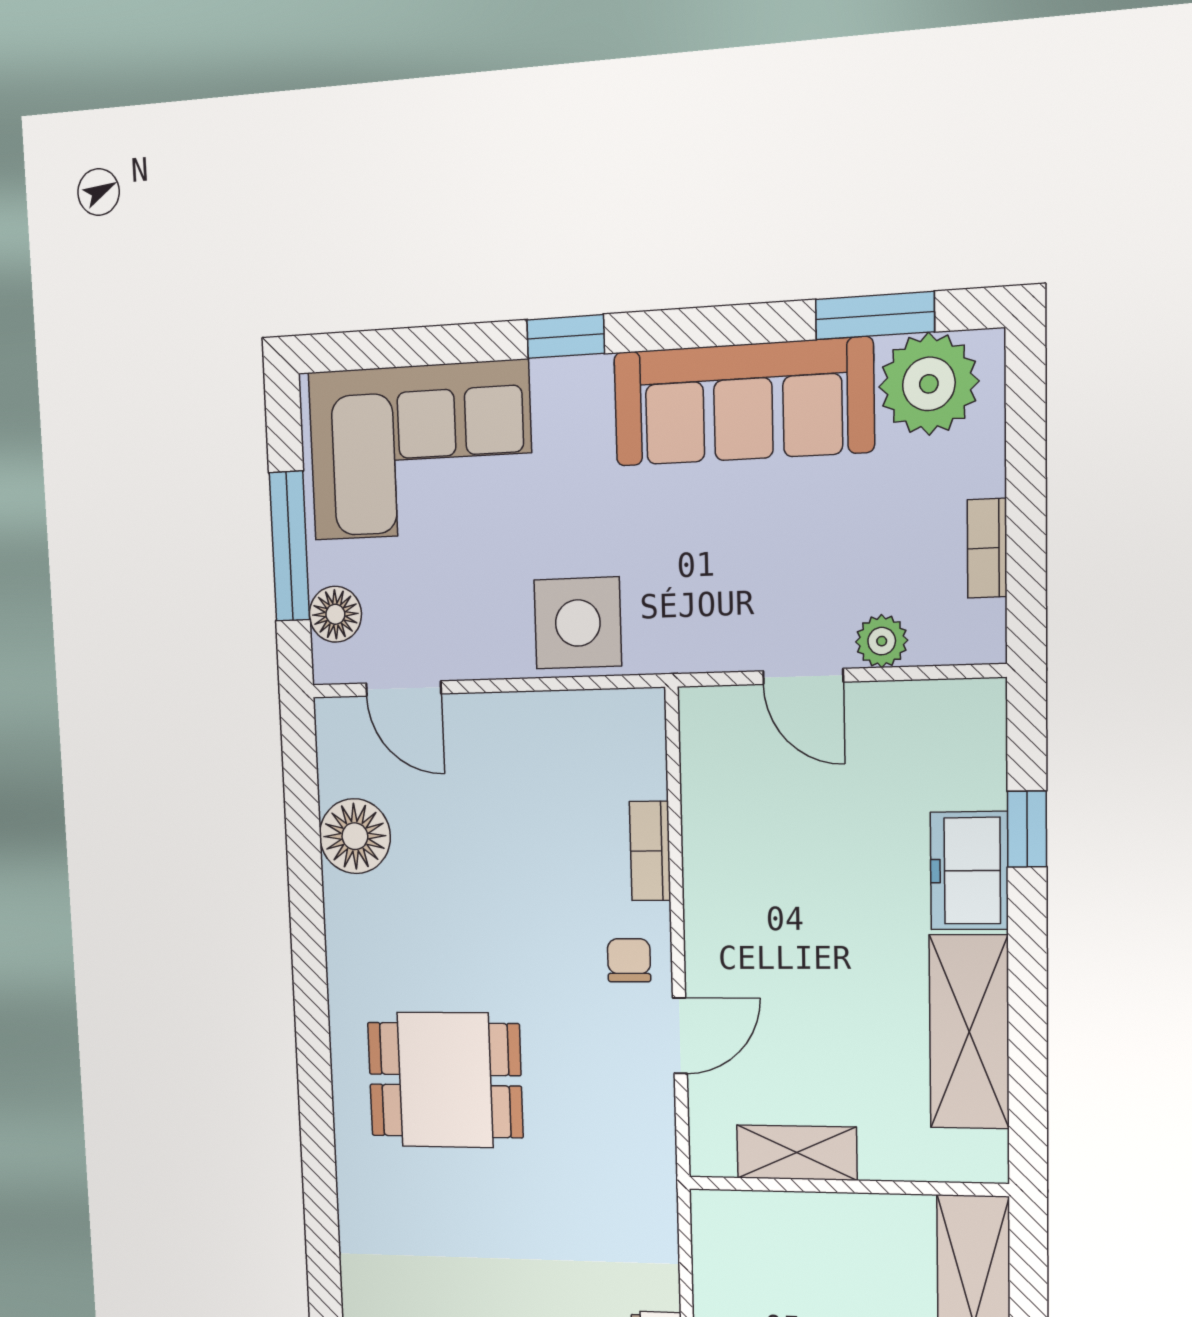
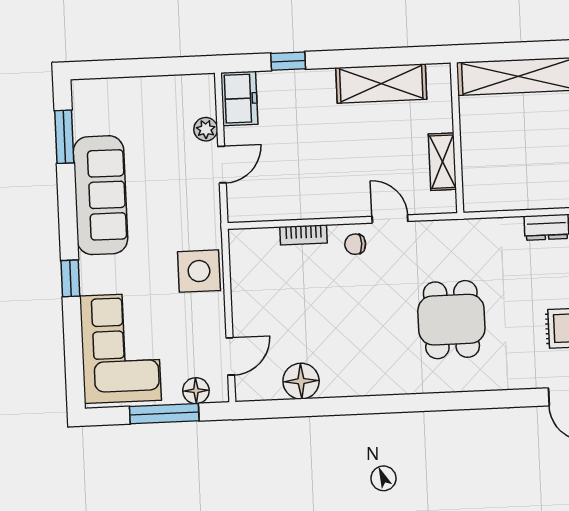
plant: (929, 384) -> (94, 112), removed
bookcase: (987, 548) -> (165, 84), removed
freezer: (969, 871) -> (239, 99), moved, turned -90
dining table: (445, 1080) -> (451, 320), moved

